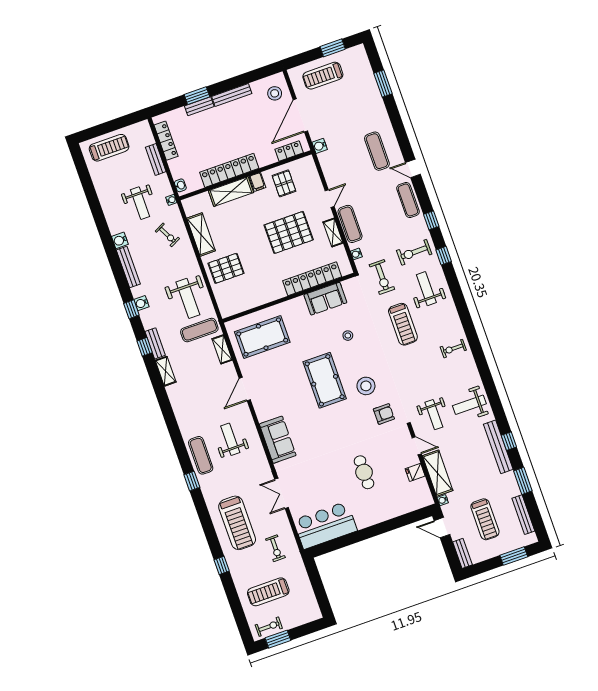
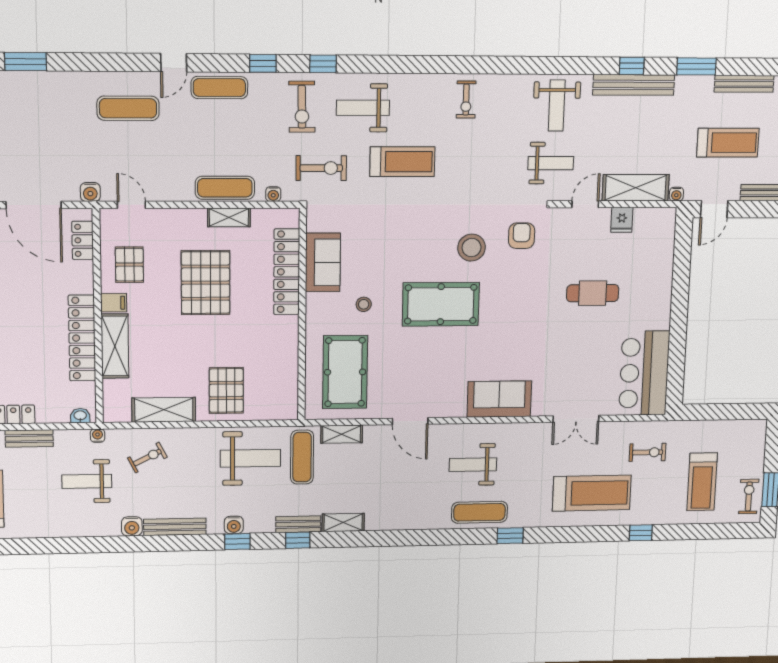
pallet: (284, 183) -> (129, 265), turned 90
door: (330, 199) -> (131, 205), moved
weight bench: (140, 203) -> (87, 481), turned 180
stool: (348, 336) -> (364, 304), moved

